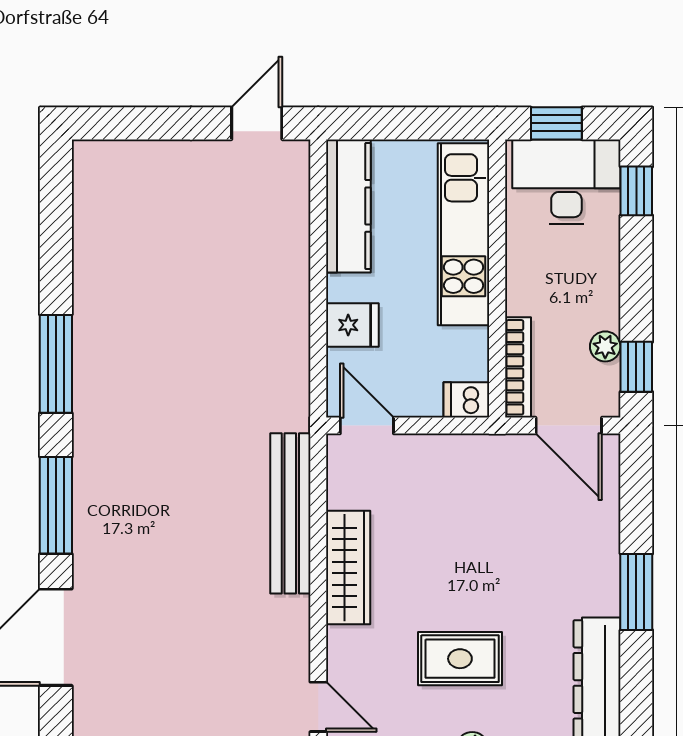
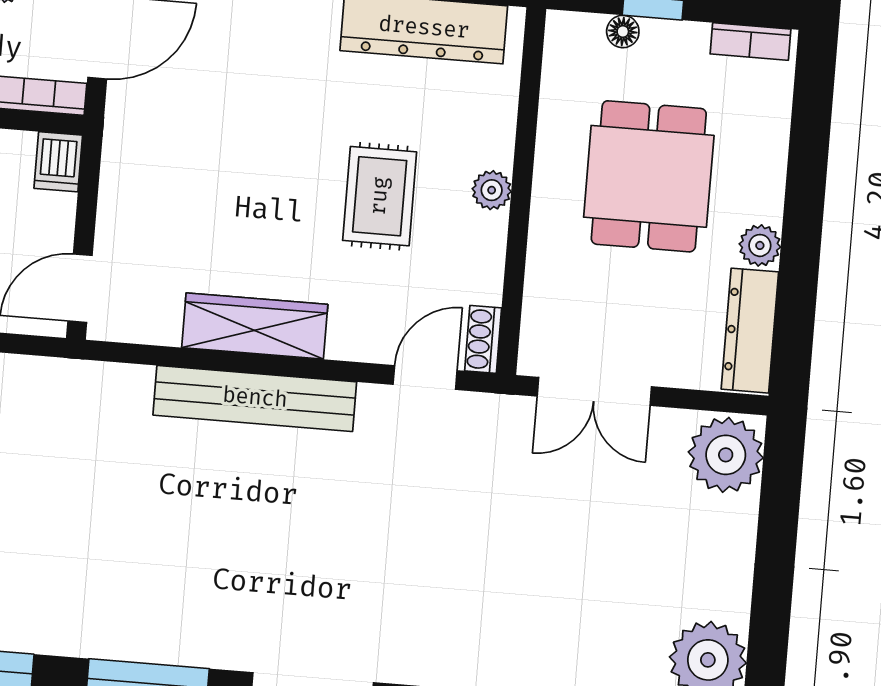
bench: (290, 513) -> (255, 398), moved

